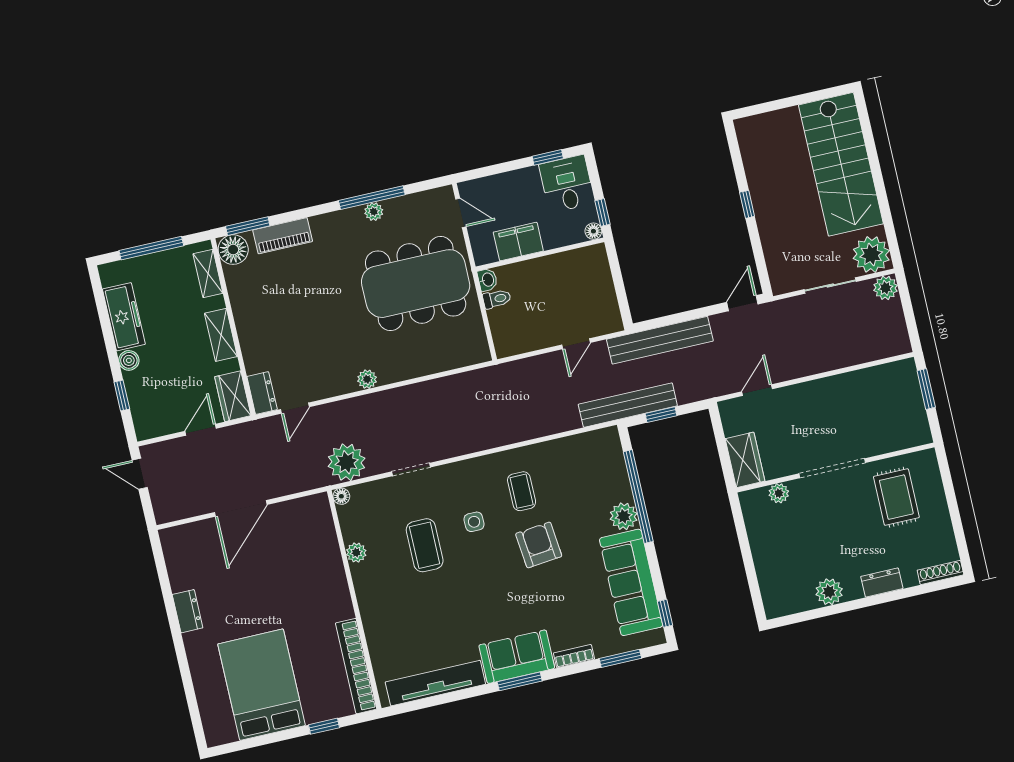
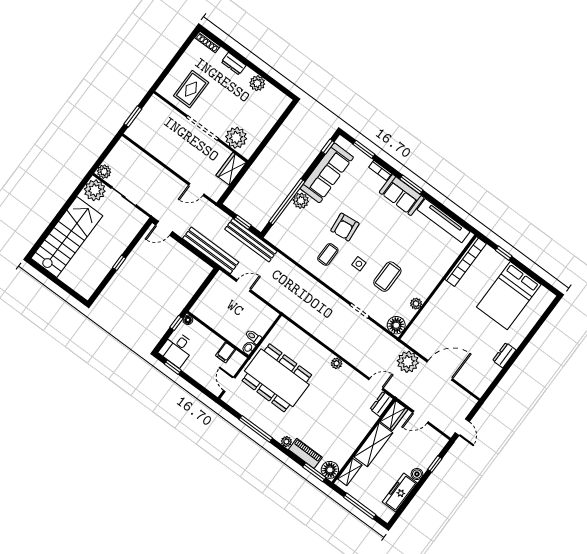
plant: (374, 212) -> (286, 442), moved
filing cabinet: (518, 242) -> (226, 353), width x0.50
shelving: (221, 335) -> (373, 445), width x1.50, depth x1.33
plant: (347, 462) -> (408, 362), moved
plant: (779, 493) -> (236, 138), width x1.88, depth x1.88
floor lamp: (341, 496) -> (396, 325), width x1.89, depth x1.89

